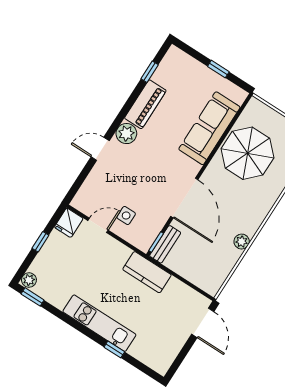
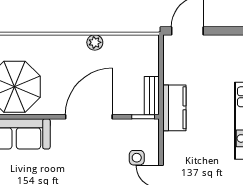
bench: (165, 244) -> (152, 96), moved, turned 90

